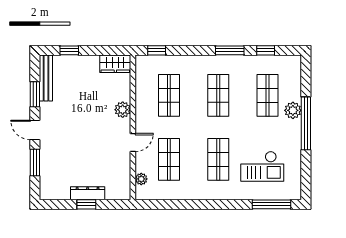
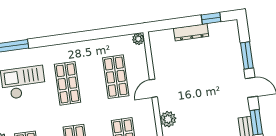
plant: (141, 179) -> (138, 39), moved
window: (86, 204) -> (211, 18), moved

